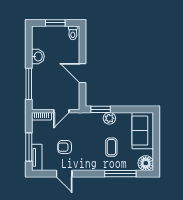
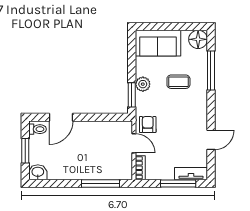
washbasin: (38, 56) -> (38, 172), moved
door: (83, 73) -> (61, 117), moved
armchair: (65, 147) -> (148, 125), moved, turned 180

